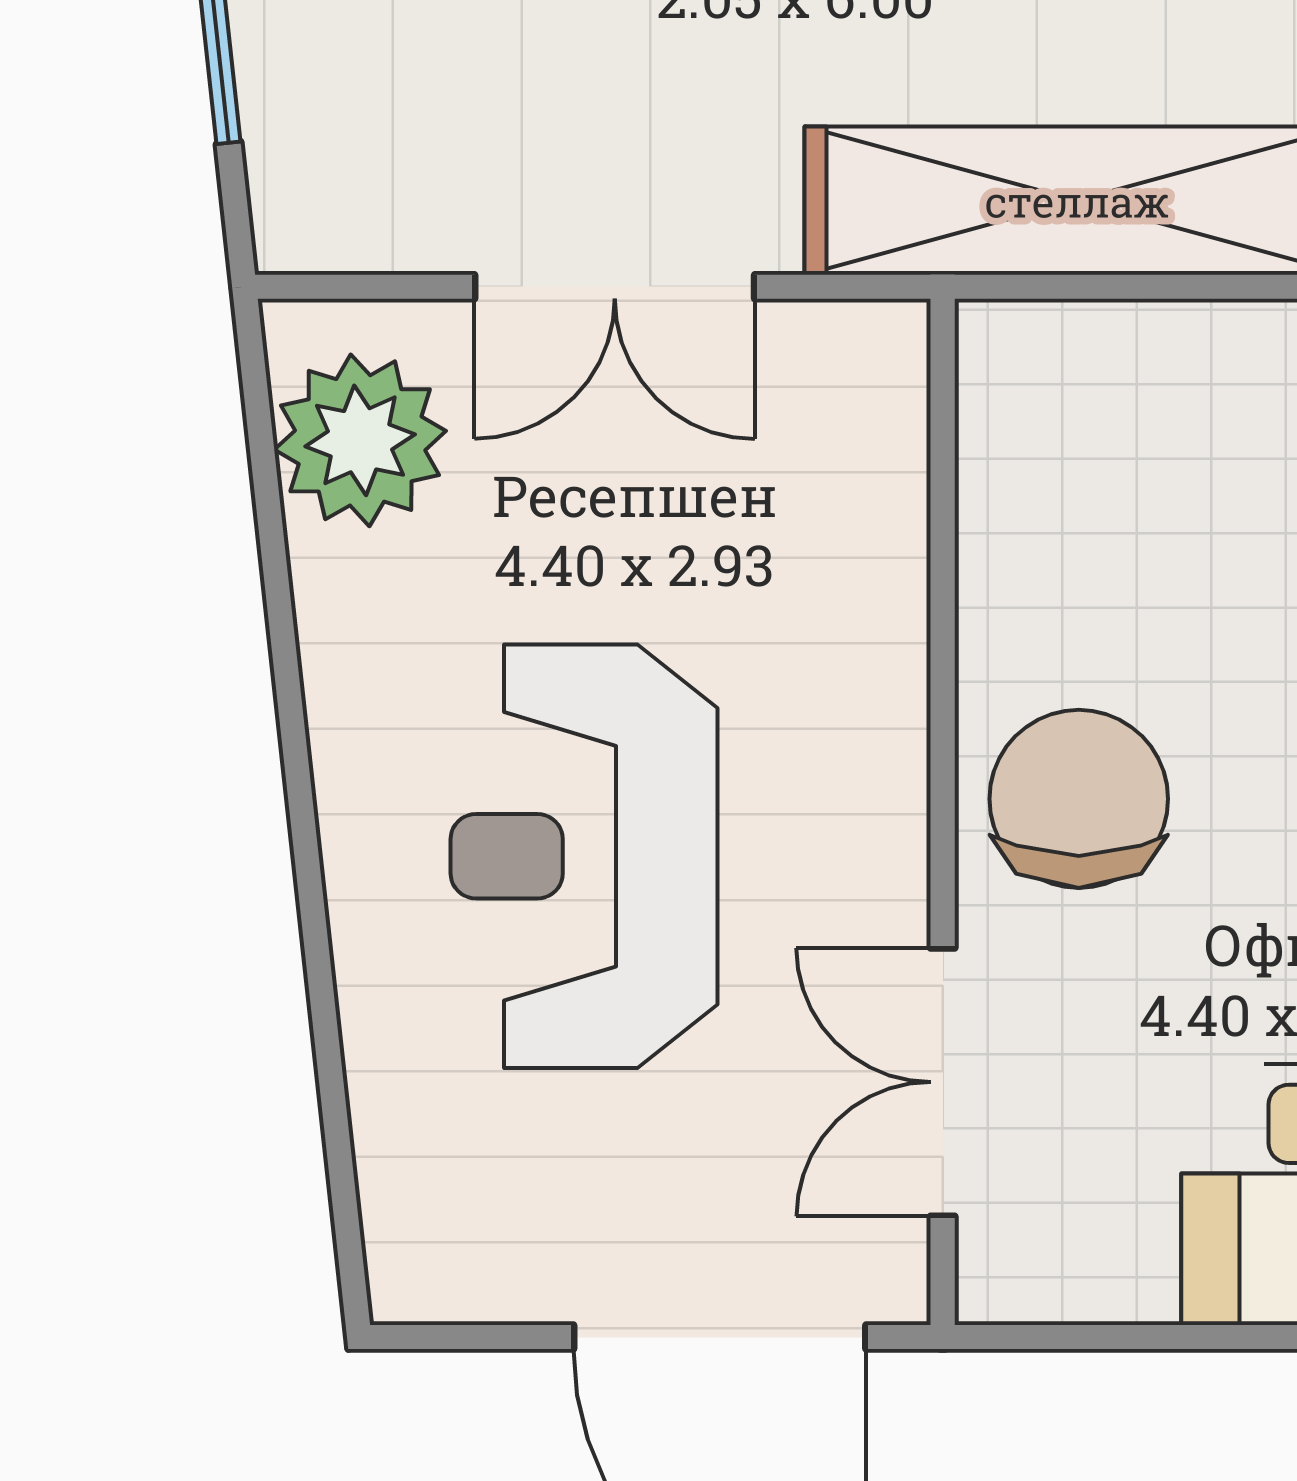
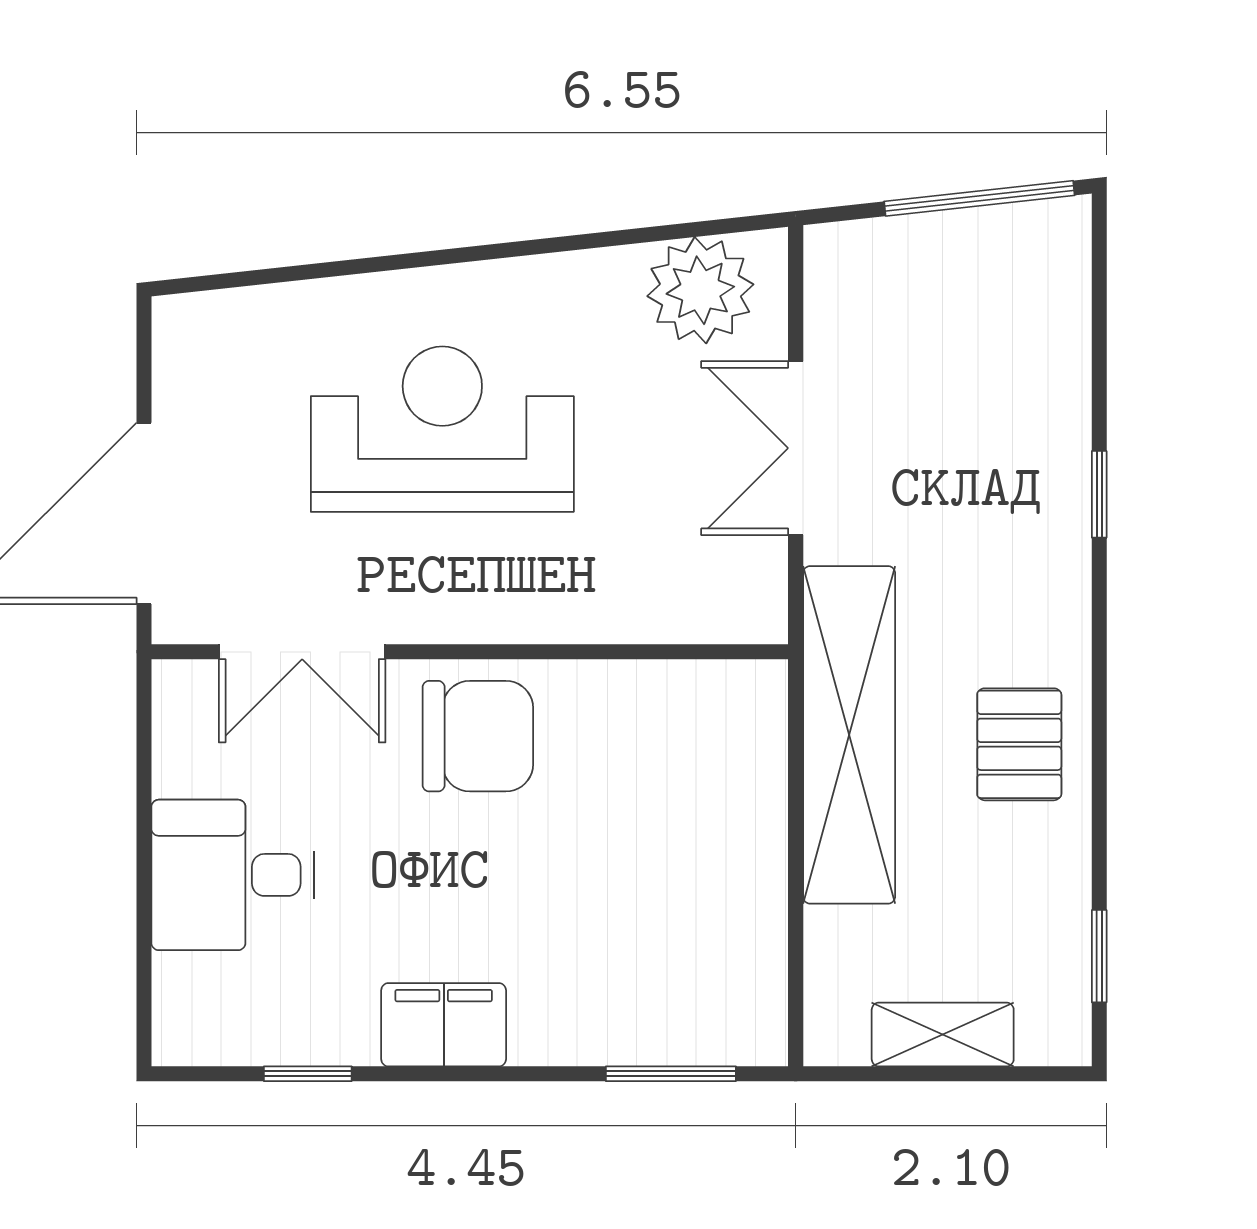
double door: (943, 1082) -> (302, 652), swing flipped

